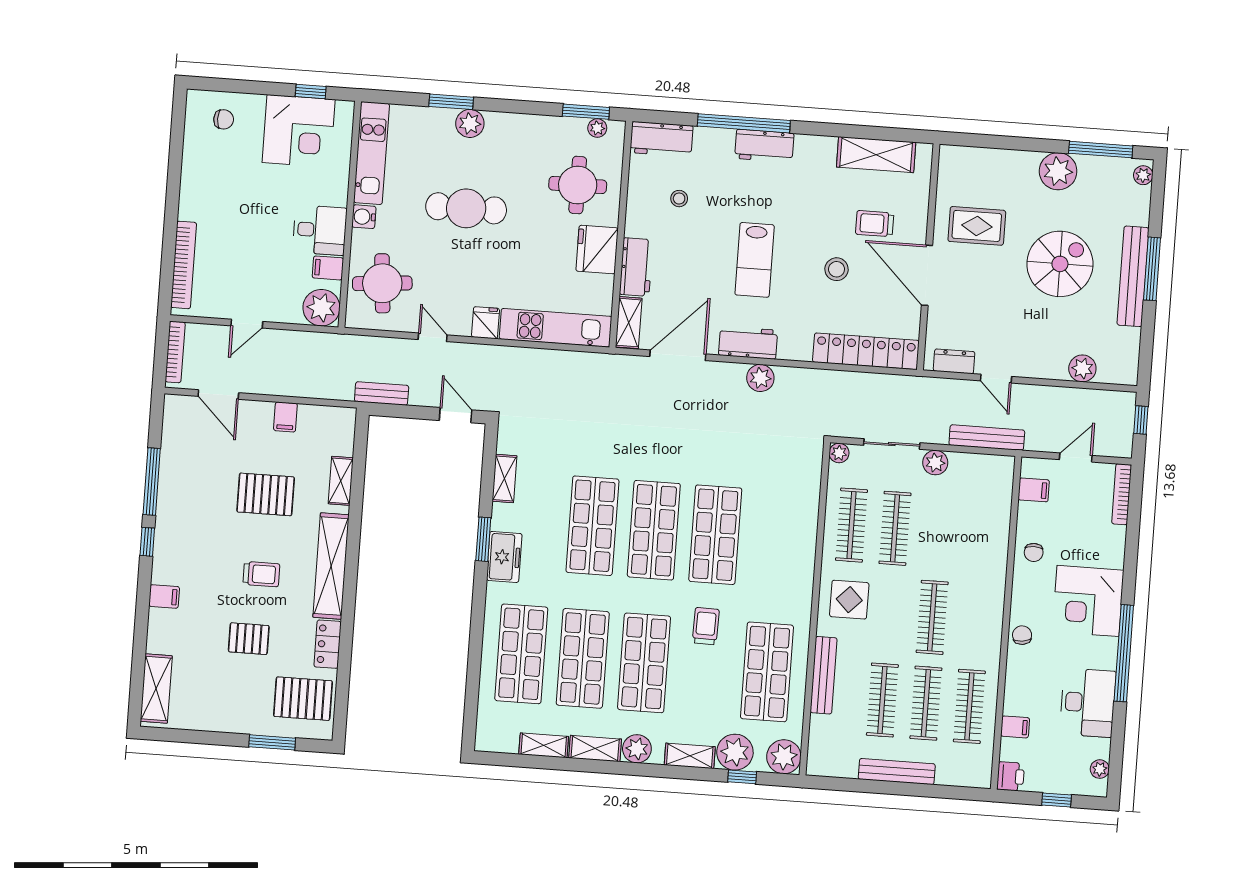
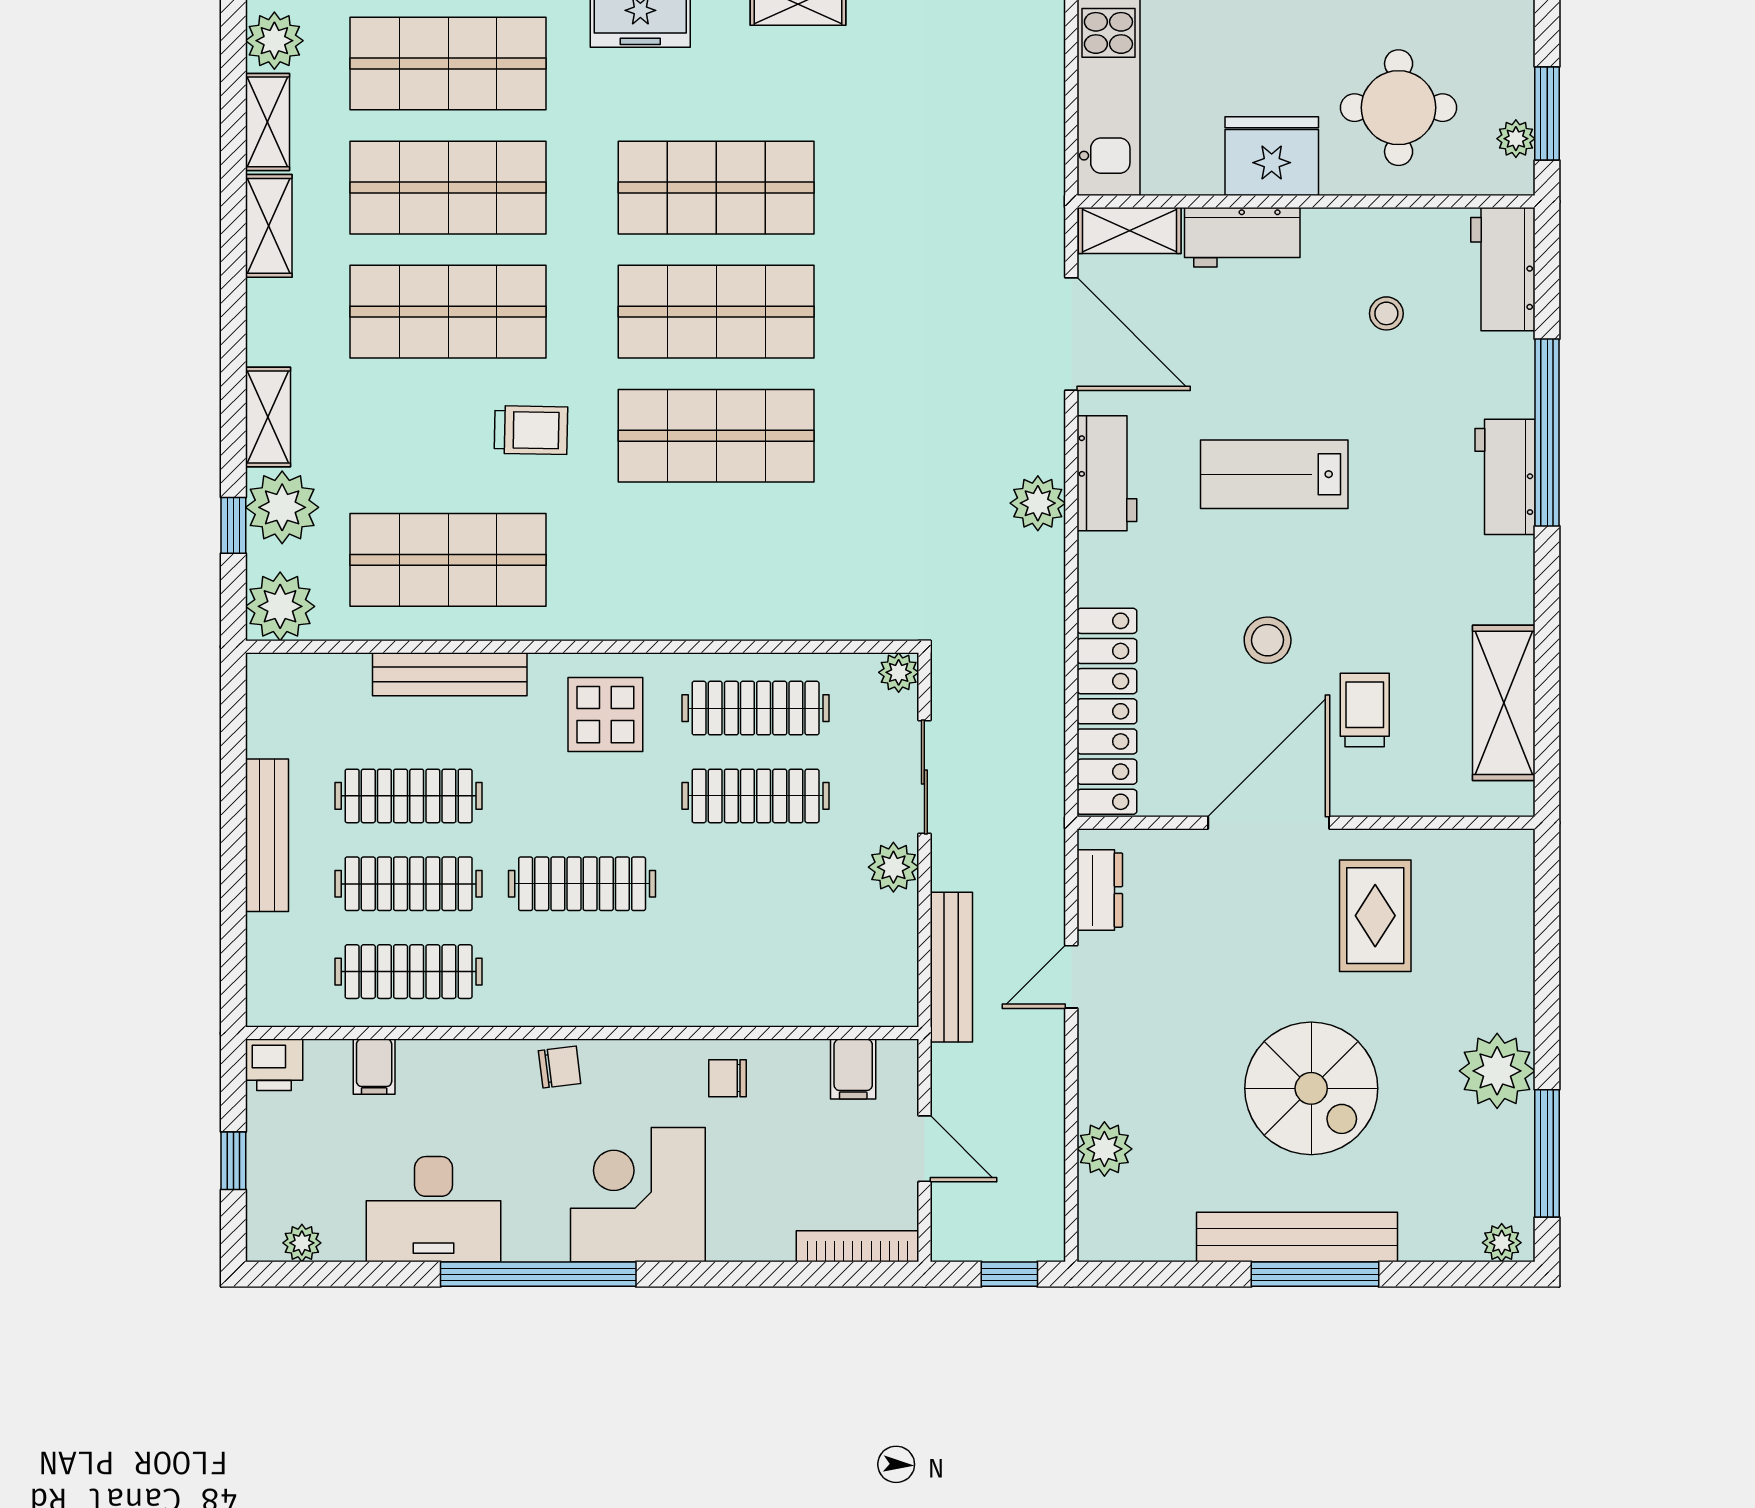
plant: (637, 749) -> (274, 41), moved

